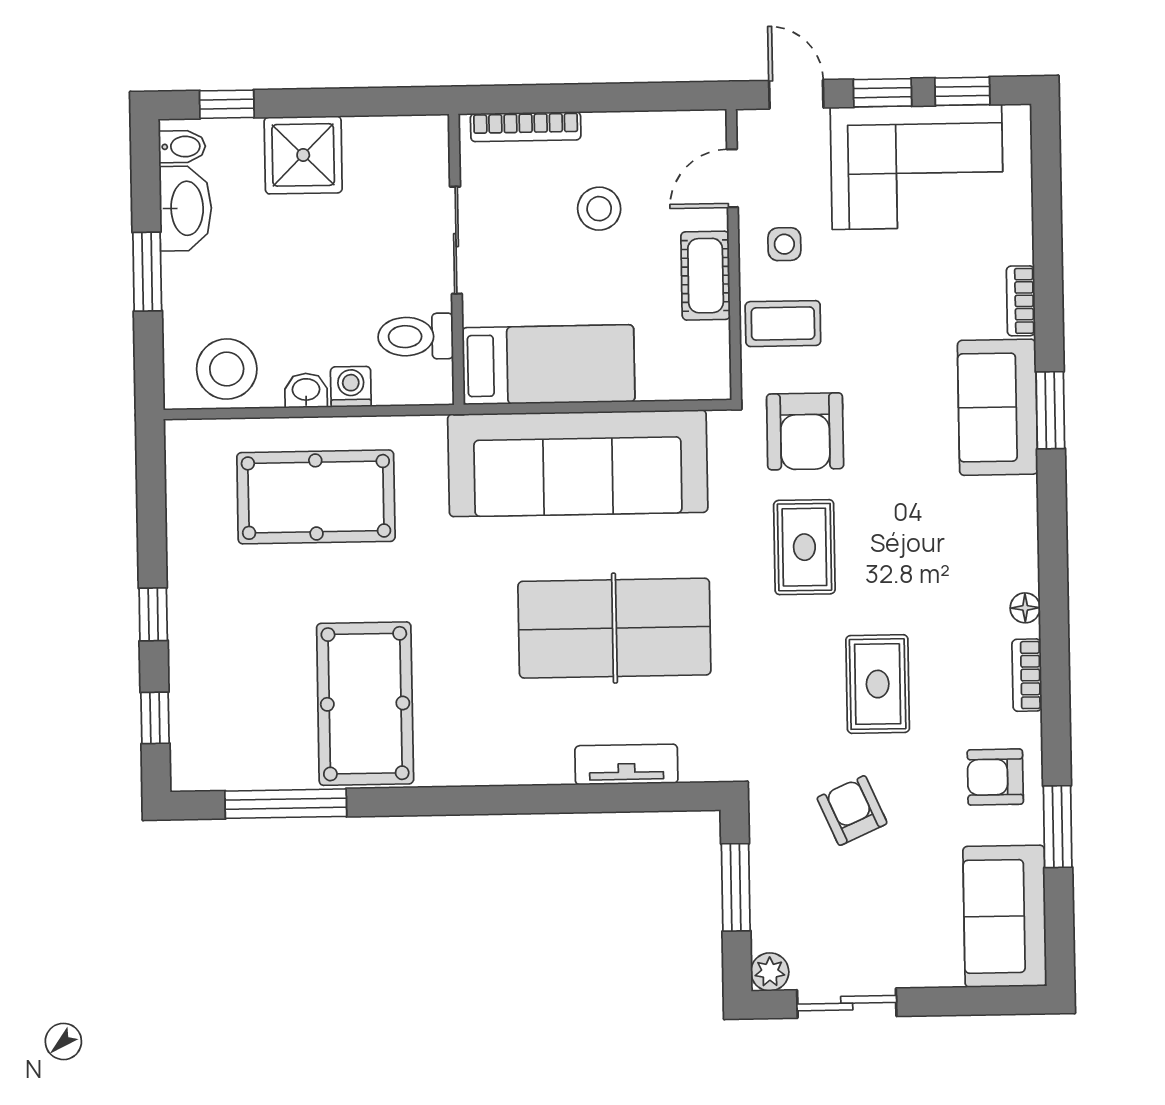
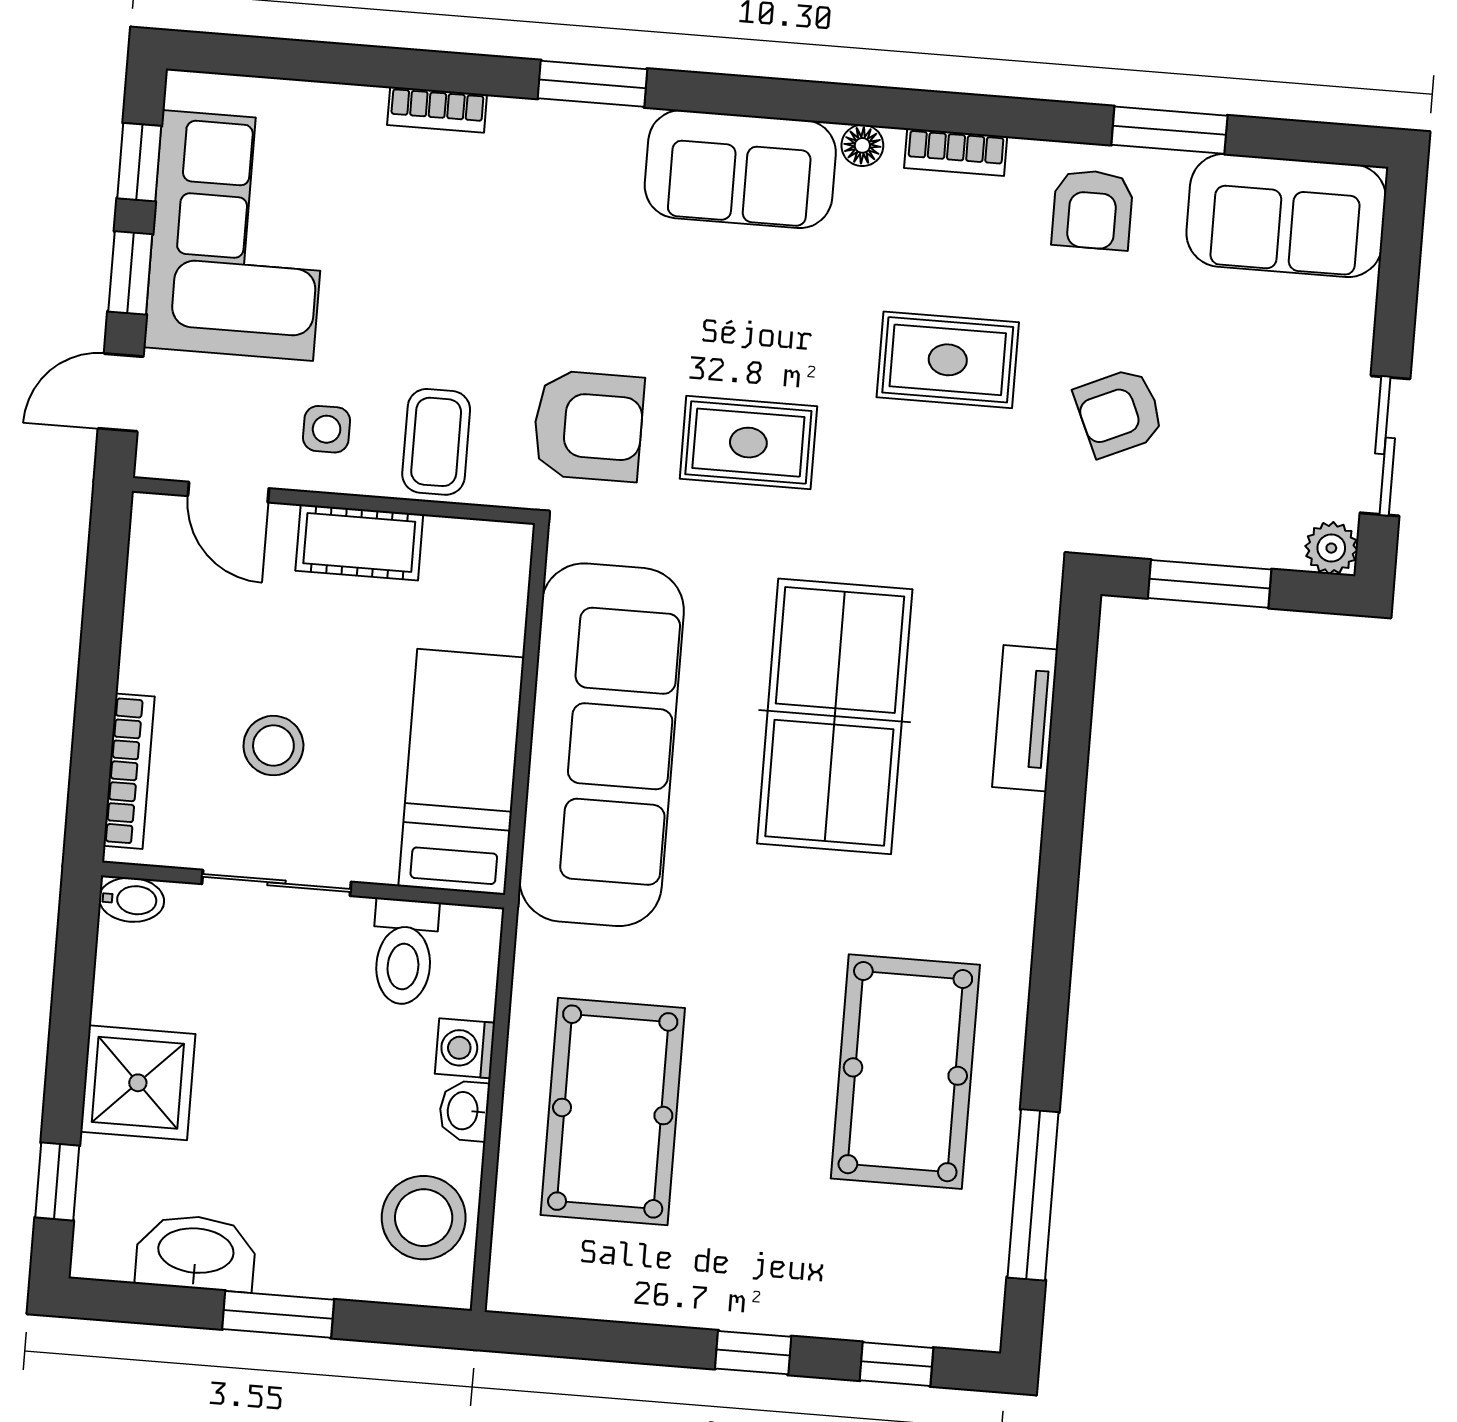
bidet: (182, 147) -> (132, 900), moved, turned 90
stool: (599, 209) -> (273, 746), moved
sofa: (998, 407) -> (740, 169), moved
pool table: (365, 704) -> (905, 1072), turned 90

